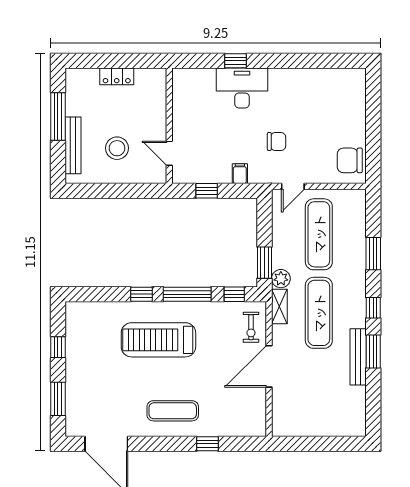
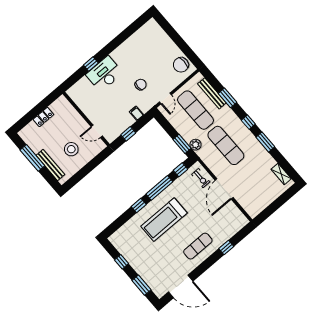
shelving: (279, 307) -> (281, 174), moved
bench: (358, 357) -> (212, 93), moved

